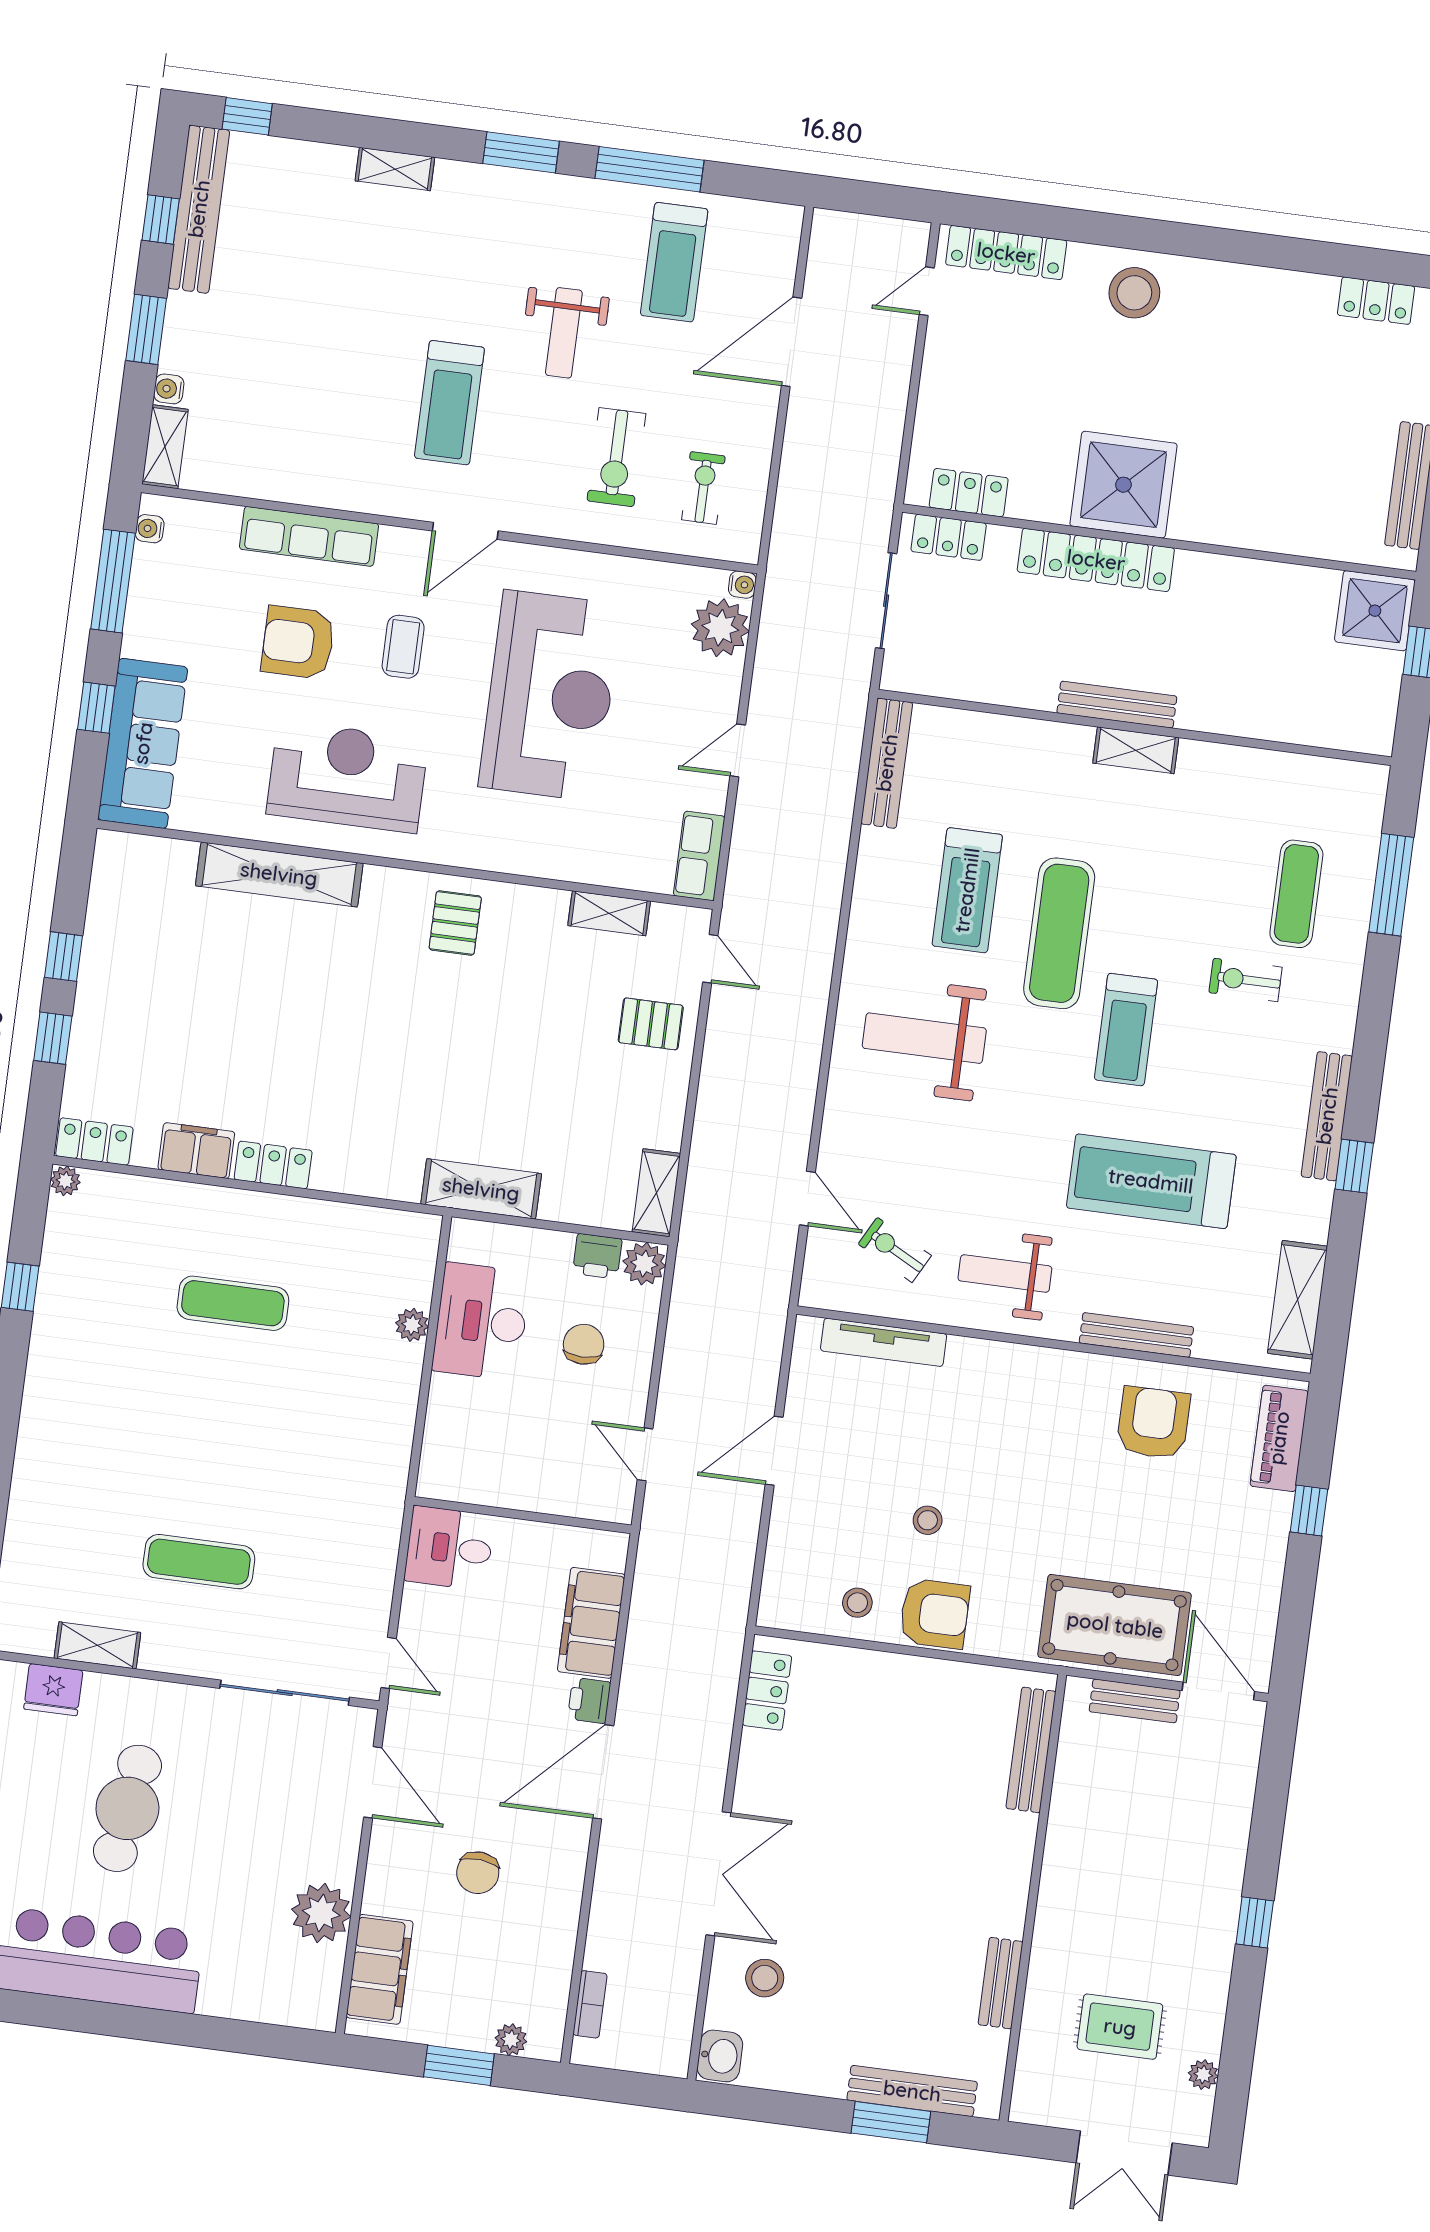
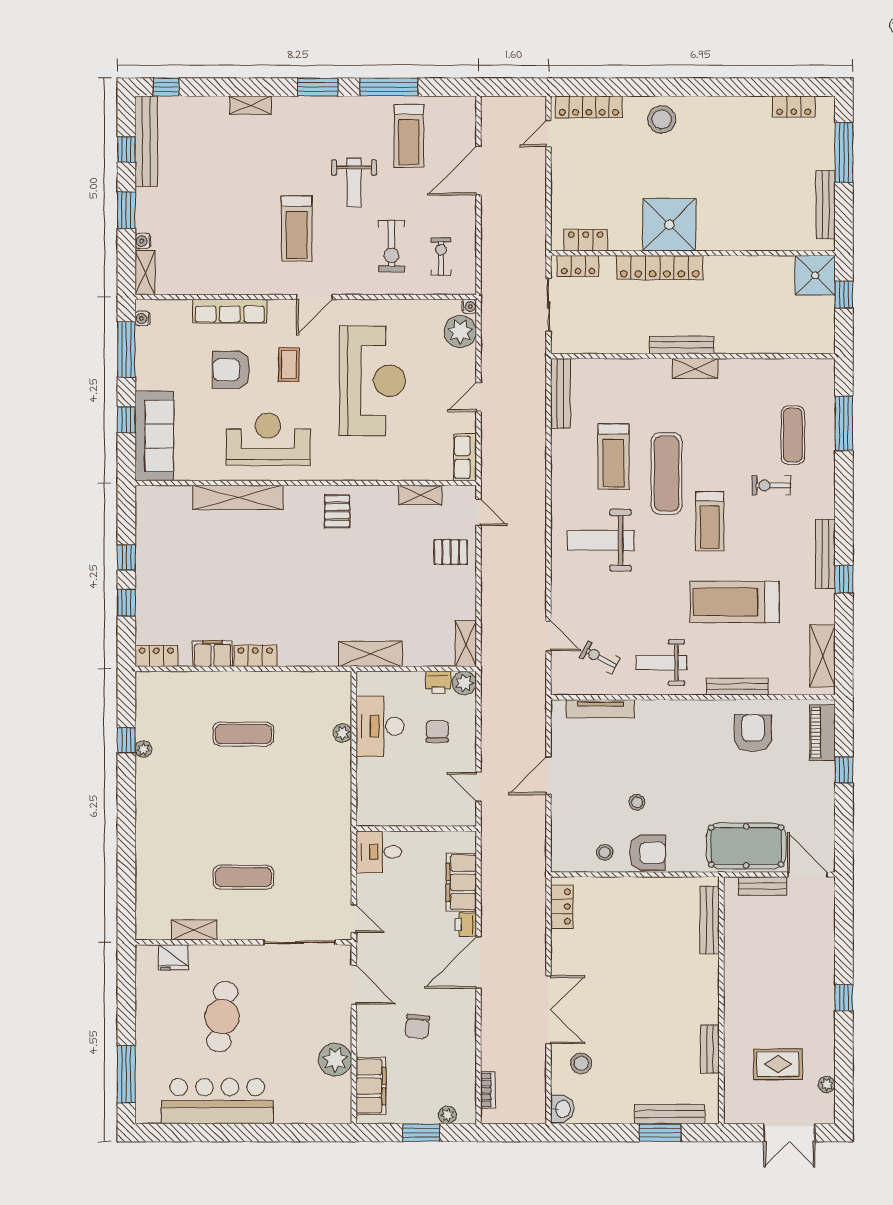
plant: (65, 1181) -> (143, 749), moved

